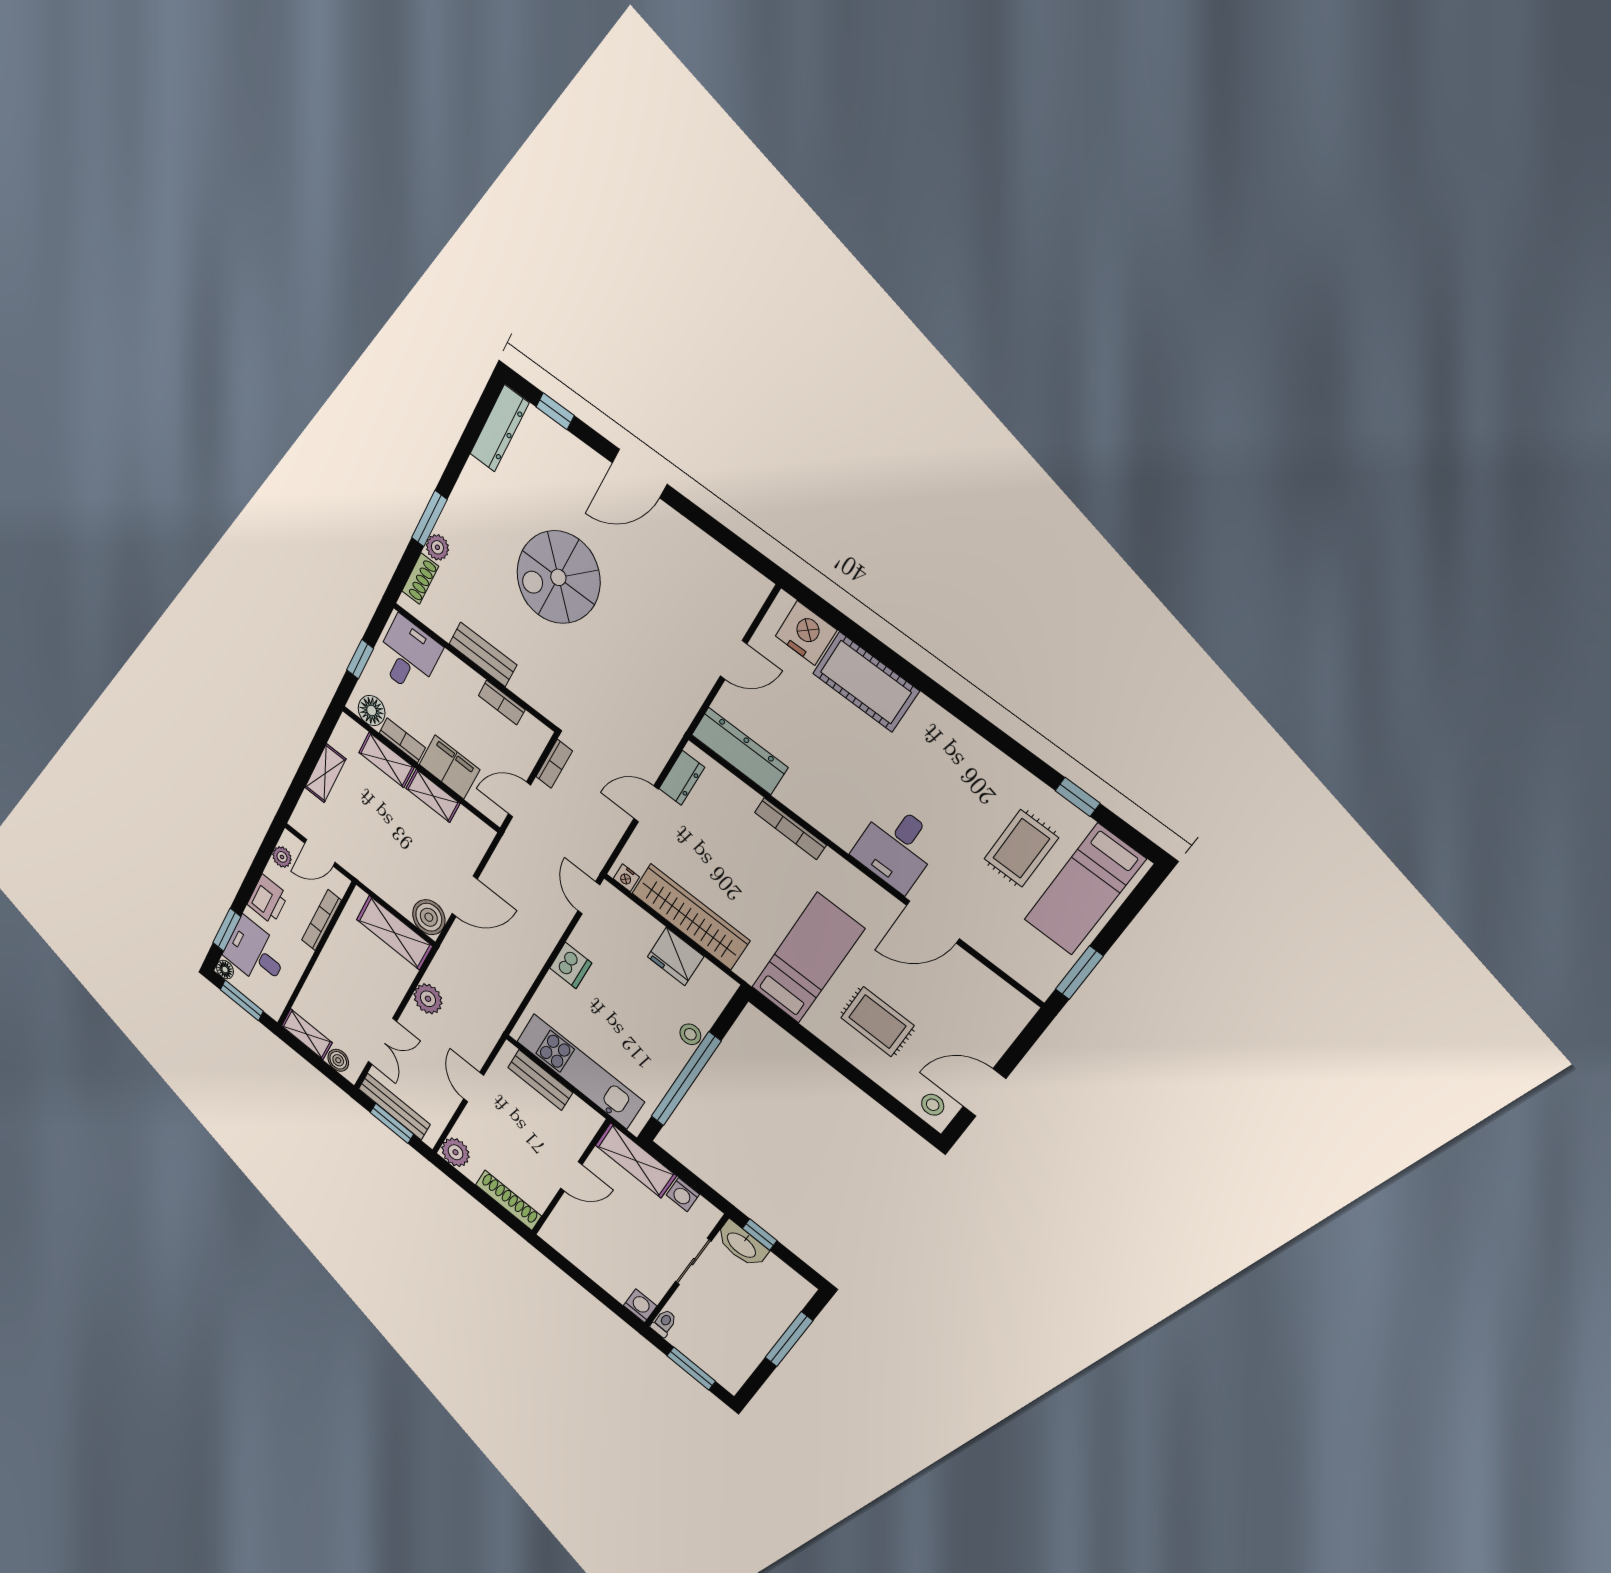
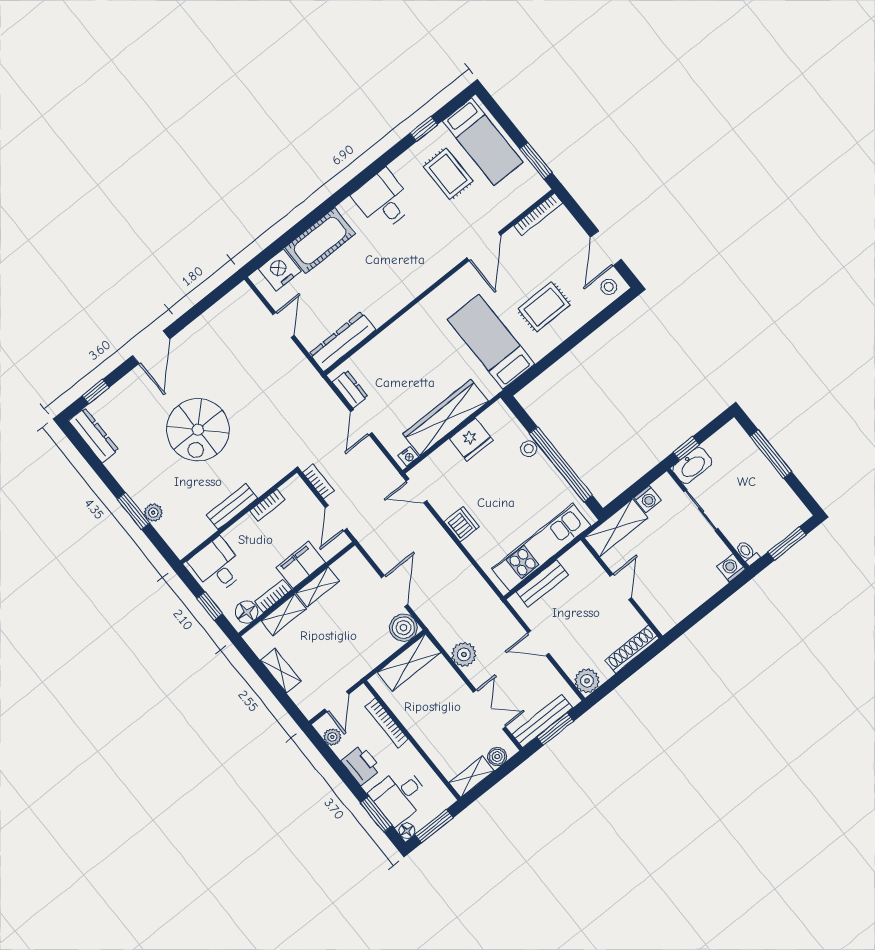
shoe rack: (420, 579) -> (170, 534), removed
bookcase: (790, 829) -> (538, 214), moved
desk: (896, 847) -> (383, 200), moved, turned 180

